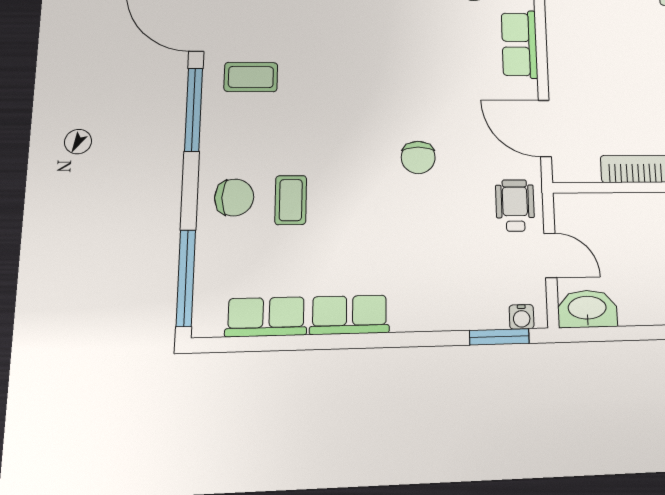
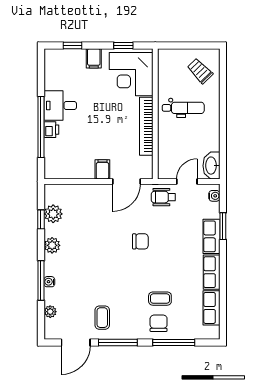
row of seats: (519, 44) -> (211, 236), moved, turned 90
filing cabinet: (567, 80) -> (102, 169), added
window: (186, 278) -> (174, 342), moved
window: (499, 337) -> (223, 226), moved

